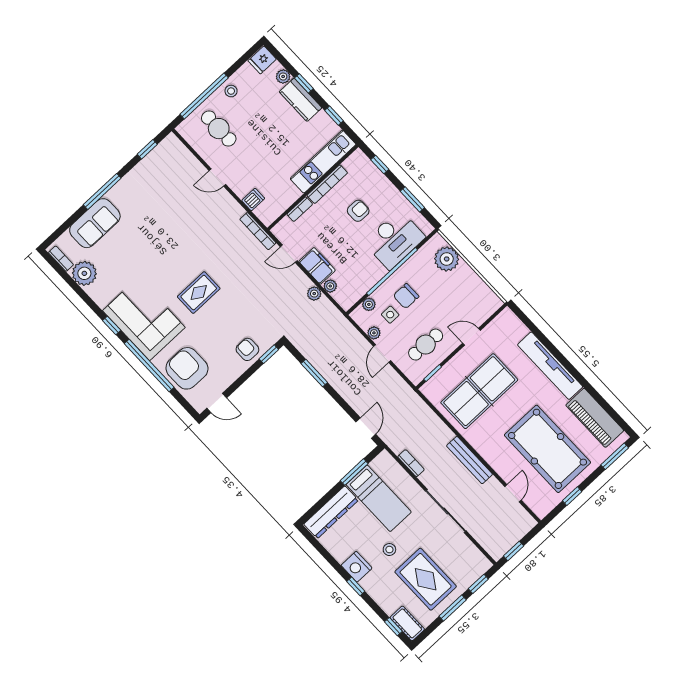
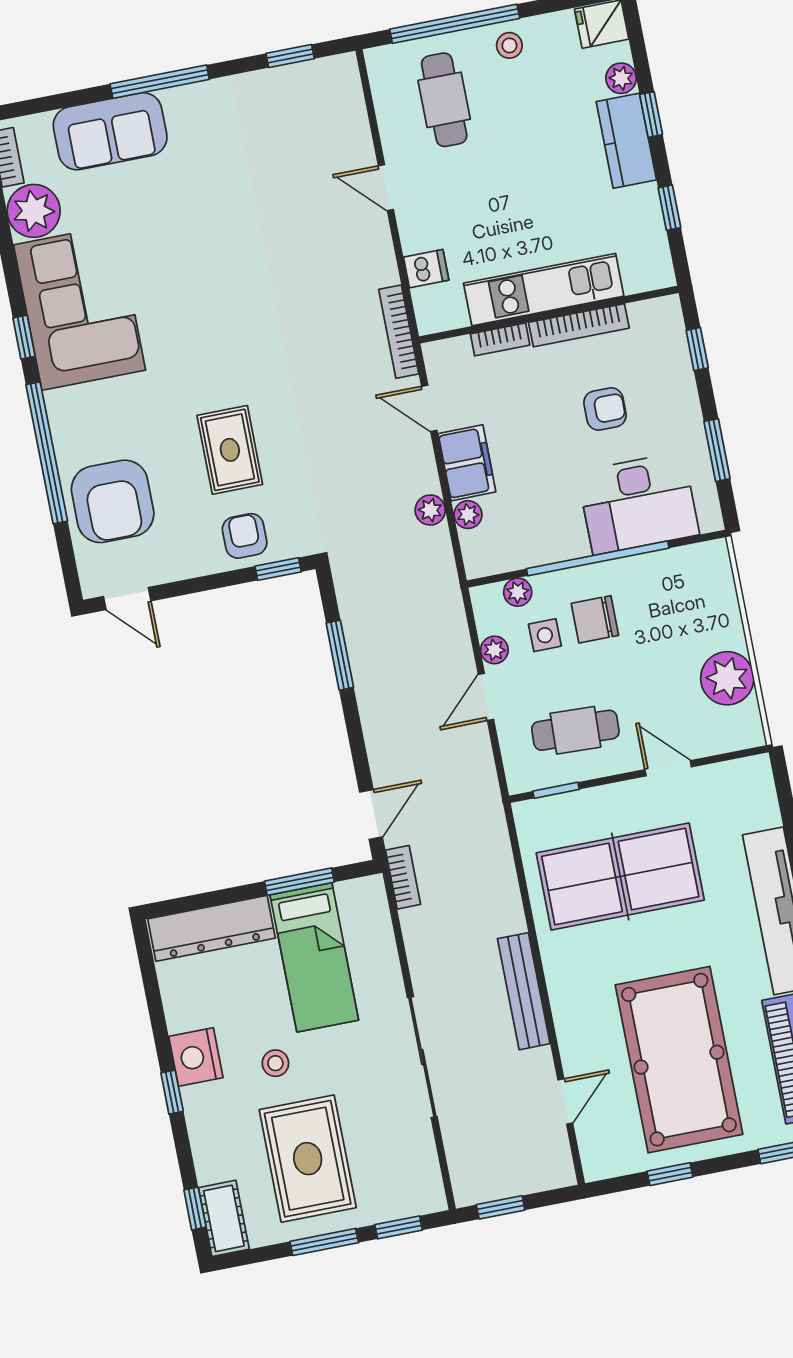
kitchen unit: (323, 162) -> (544, 290), moved
plant: (447, 259) -> (727, 678), moved
rug: (199, 293) -> (230, 450), moved, turned 90
corner sofa: (144, 319) -> (80, 307), moved
armchair: (187, 368) -> (113, 501), turned 180
bookcase: (411, 463) -> (403, 877), moved

